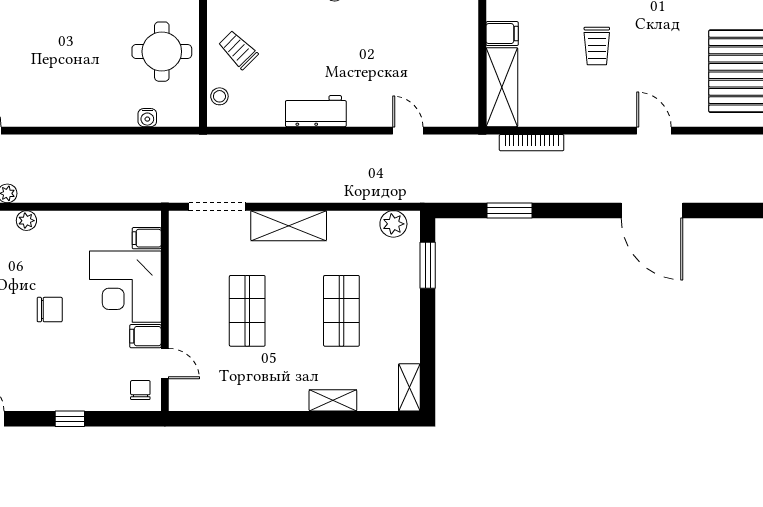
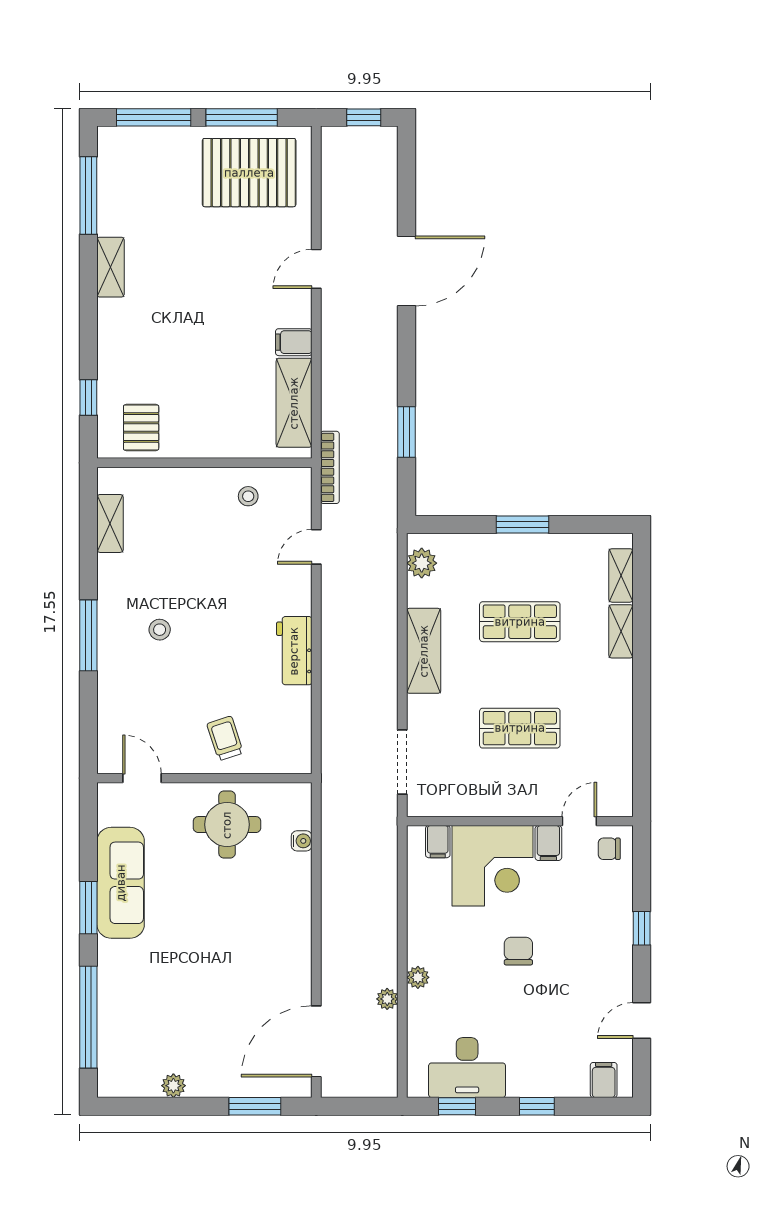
filing cabinet: (502, 34) -> (294, 342), moved, turned -90
trolley: (597, 46) -> (221, 333), removed
trolley: (238, 50) -> (225, 738), turned 117
shelving: (502, 87) -> (294, 403), moved, turned 90
stool: (219, 96) -> (248, 496), moved
bookcase: (532, 143) -> (330, 467), moved
shelving: (289, 226) -> (424, 651), moved
window: (428, 265) -> (523, 524), moved
shelving: (409, 387) -> (621, 575), moved, turned 90

